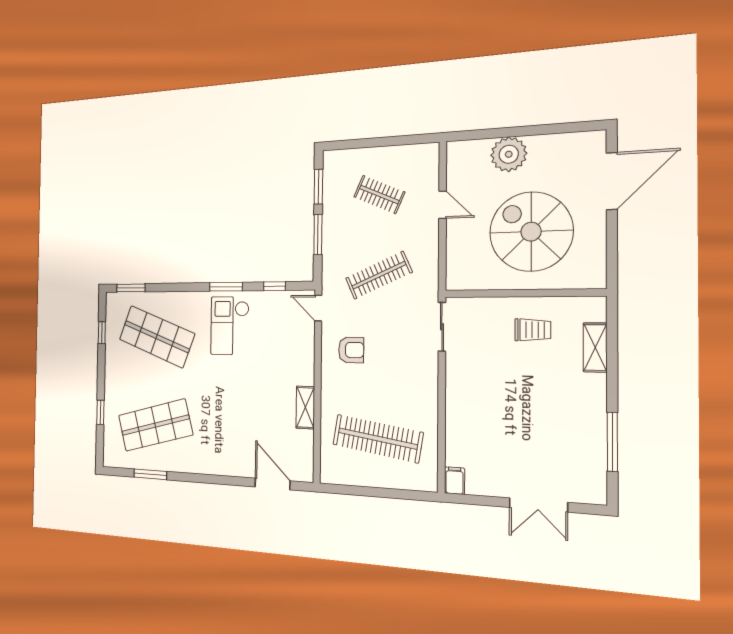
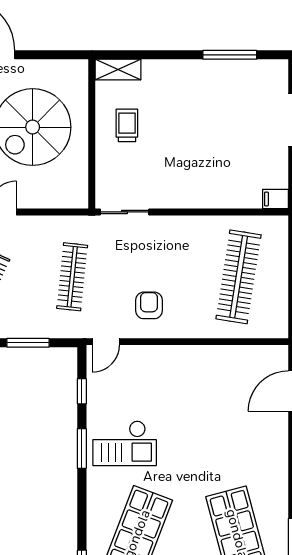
clothes rail: (379, 275) -> (72, 277), turned 30
shelving: (595, 347) -> (118, 70), moved
shelving: (305, 407) -> (210, 355), removed

